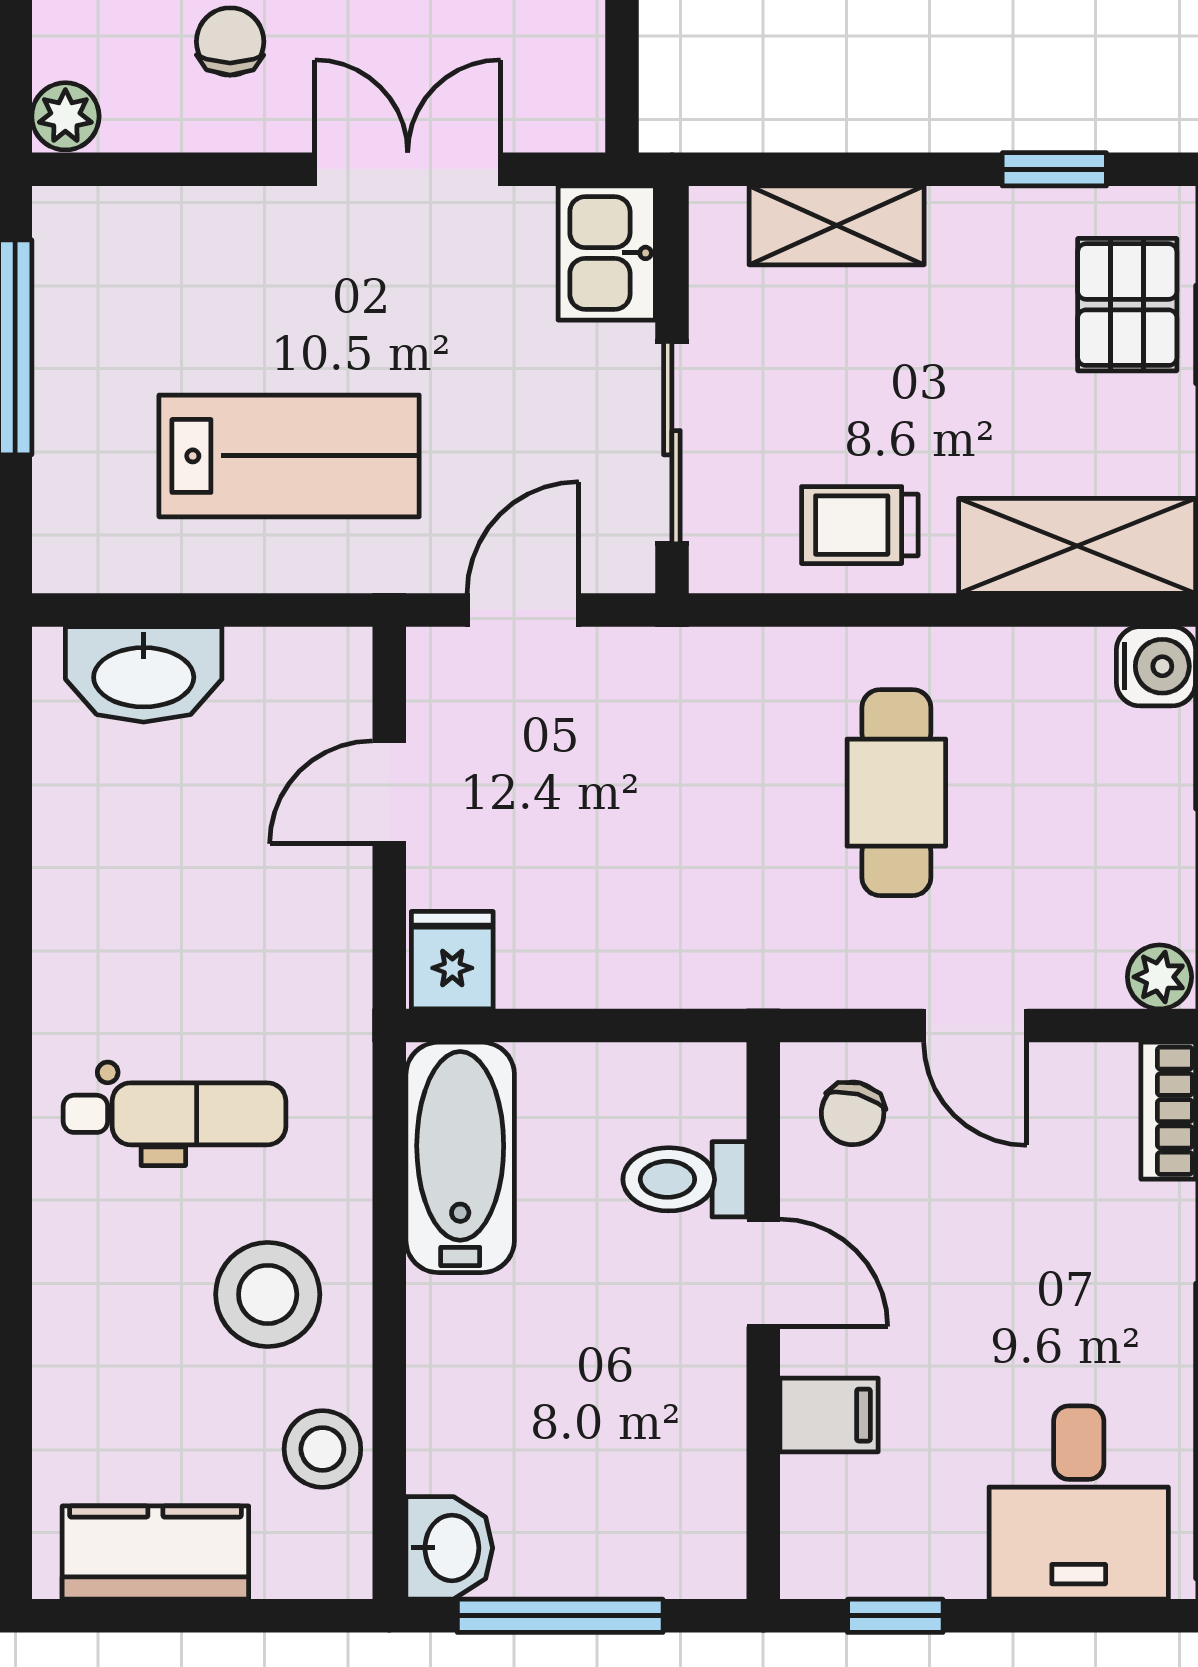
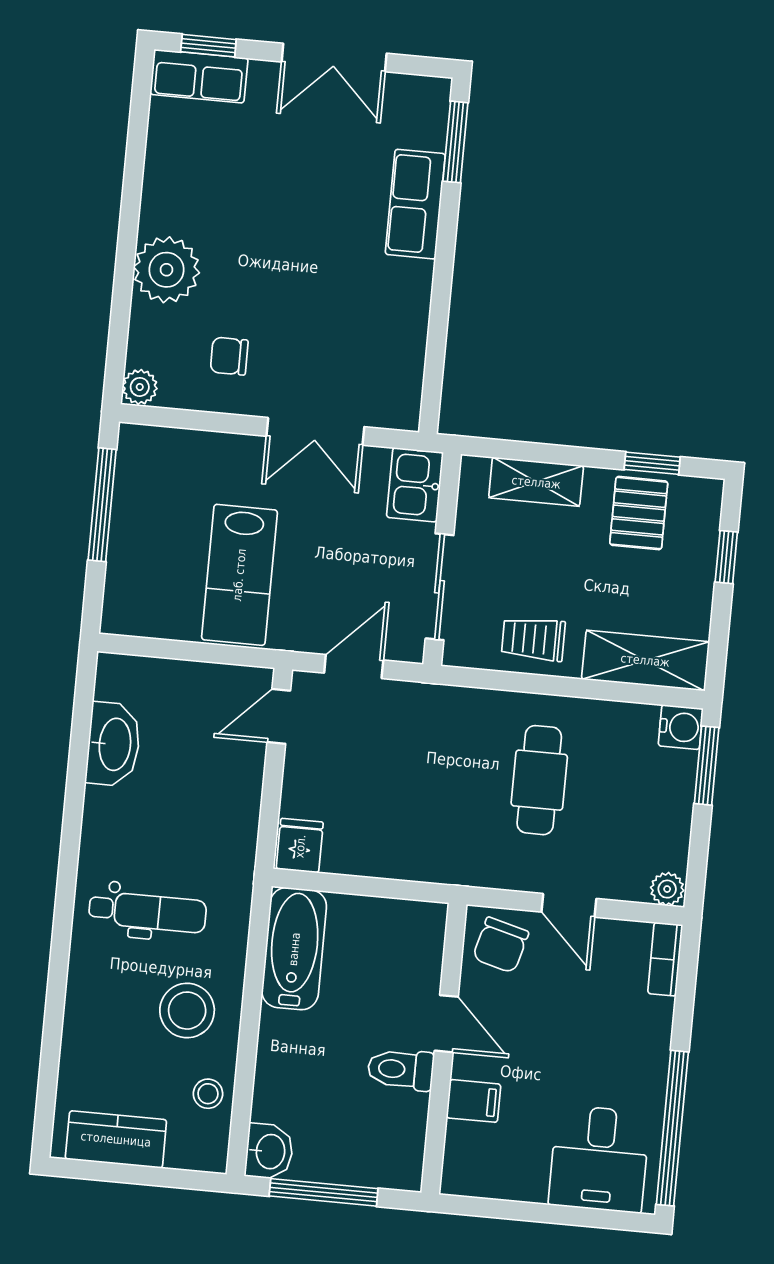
chair: (230, 42) -> (229, 356), turned -90
double door: (408, 169) -> (315, 431), swing flipped
pallet: (1127, 305) -> (639, 513), moved
lab bench: (289, 456) -> (239, 575), turned 90
washbasin: (144, 674) -> (113, 744), moved, turned -90
door: (389, 792) -> (279, 716), moved
chair: (853, 1113) -> (501, 945), width x1.37, depth x1.37
toilet: (685, 1179) -> (401, 1069), moved
stool: (322, 1449) -> (208, 1094), width x0.73, depth x0.73
window: (895, 1616) -> (498, 1209), removed

